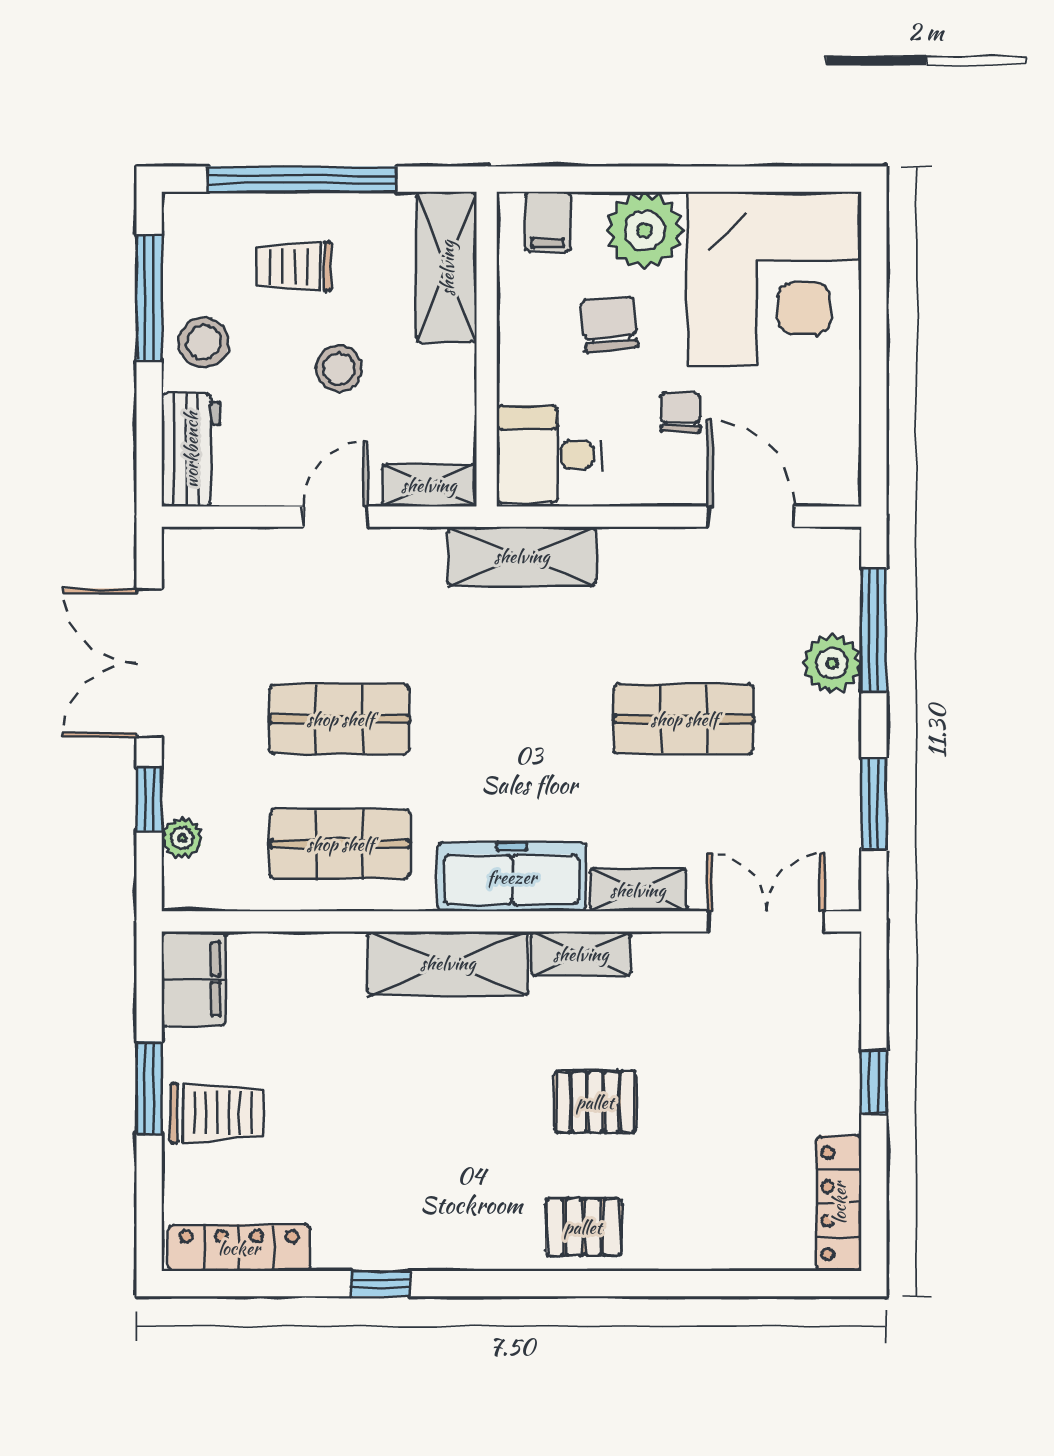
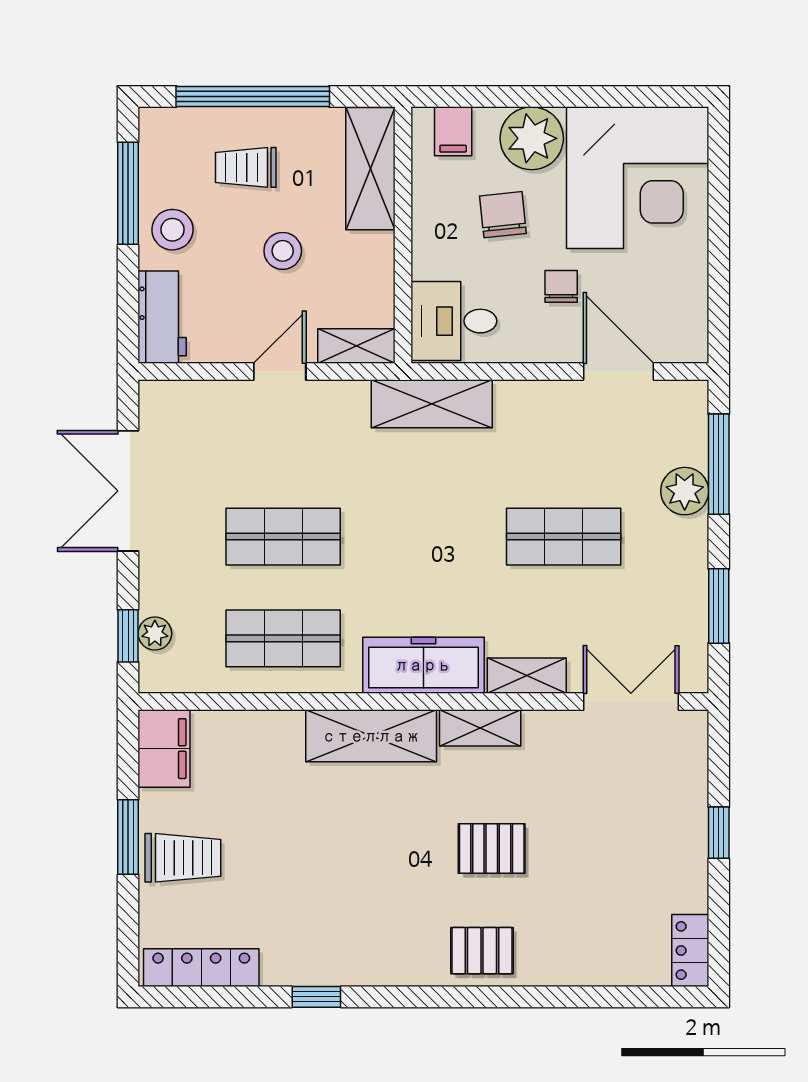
window: (149, 799) -> (128, 636), moved
locker: (839, 1203) -> (690, 951), width x0.66

